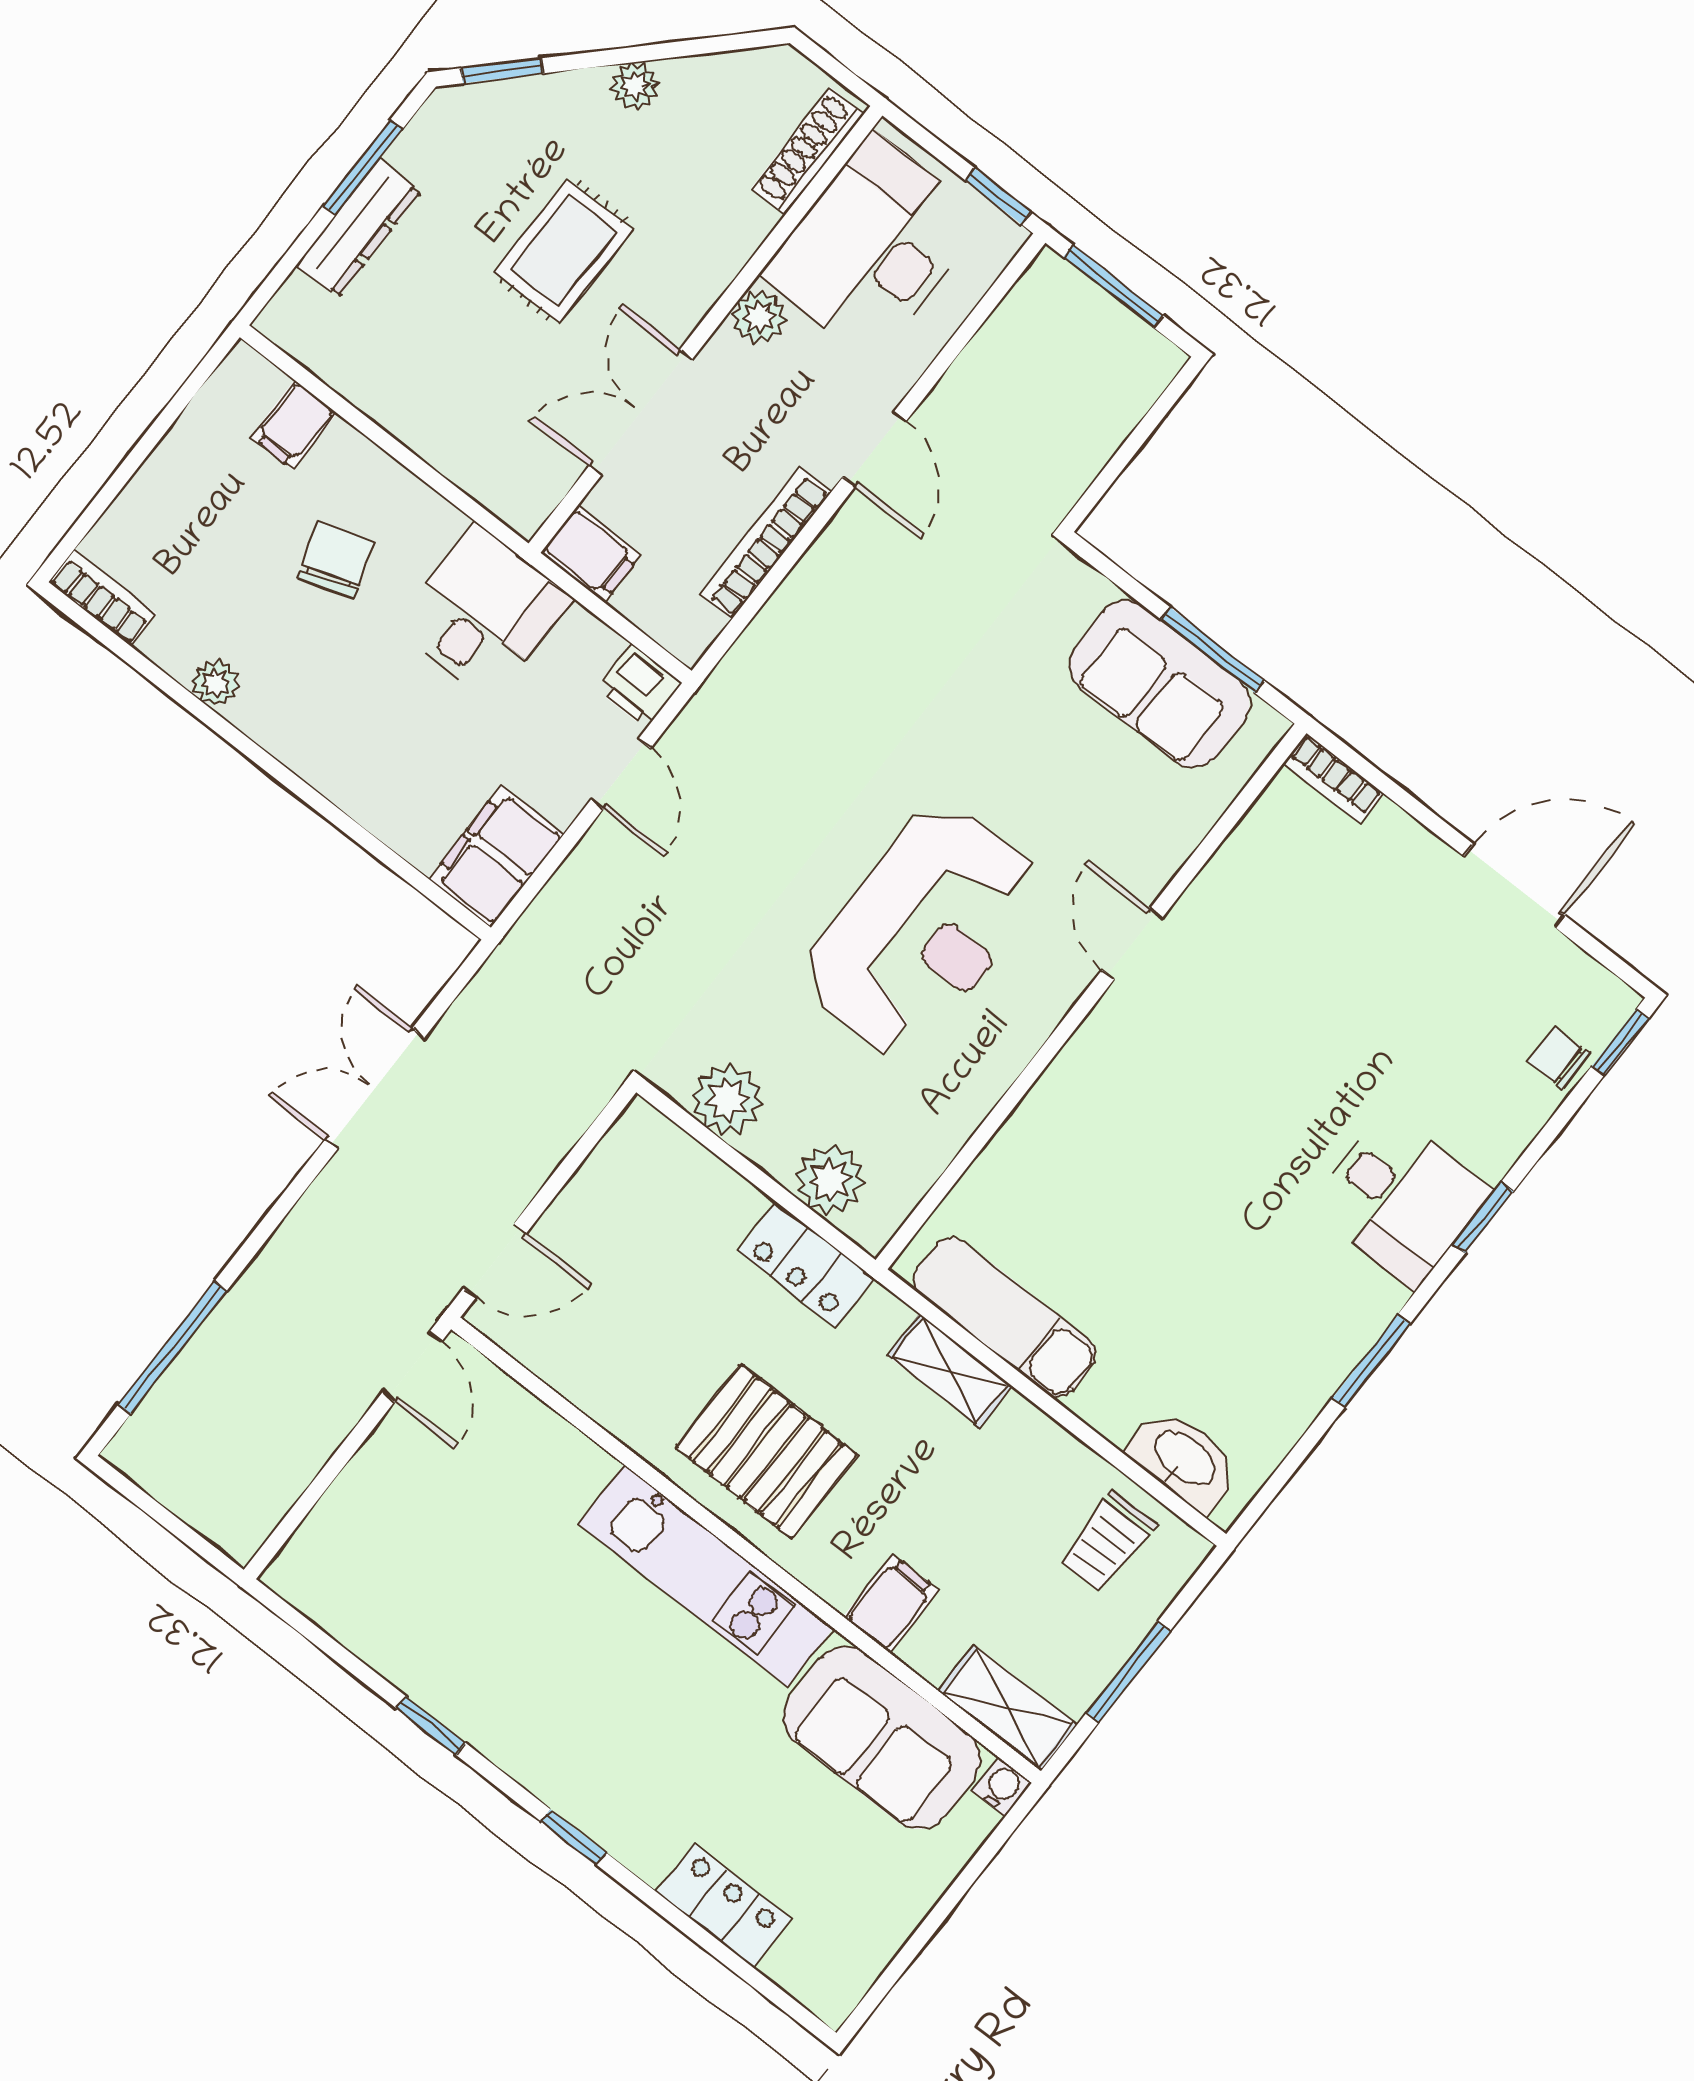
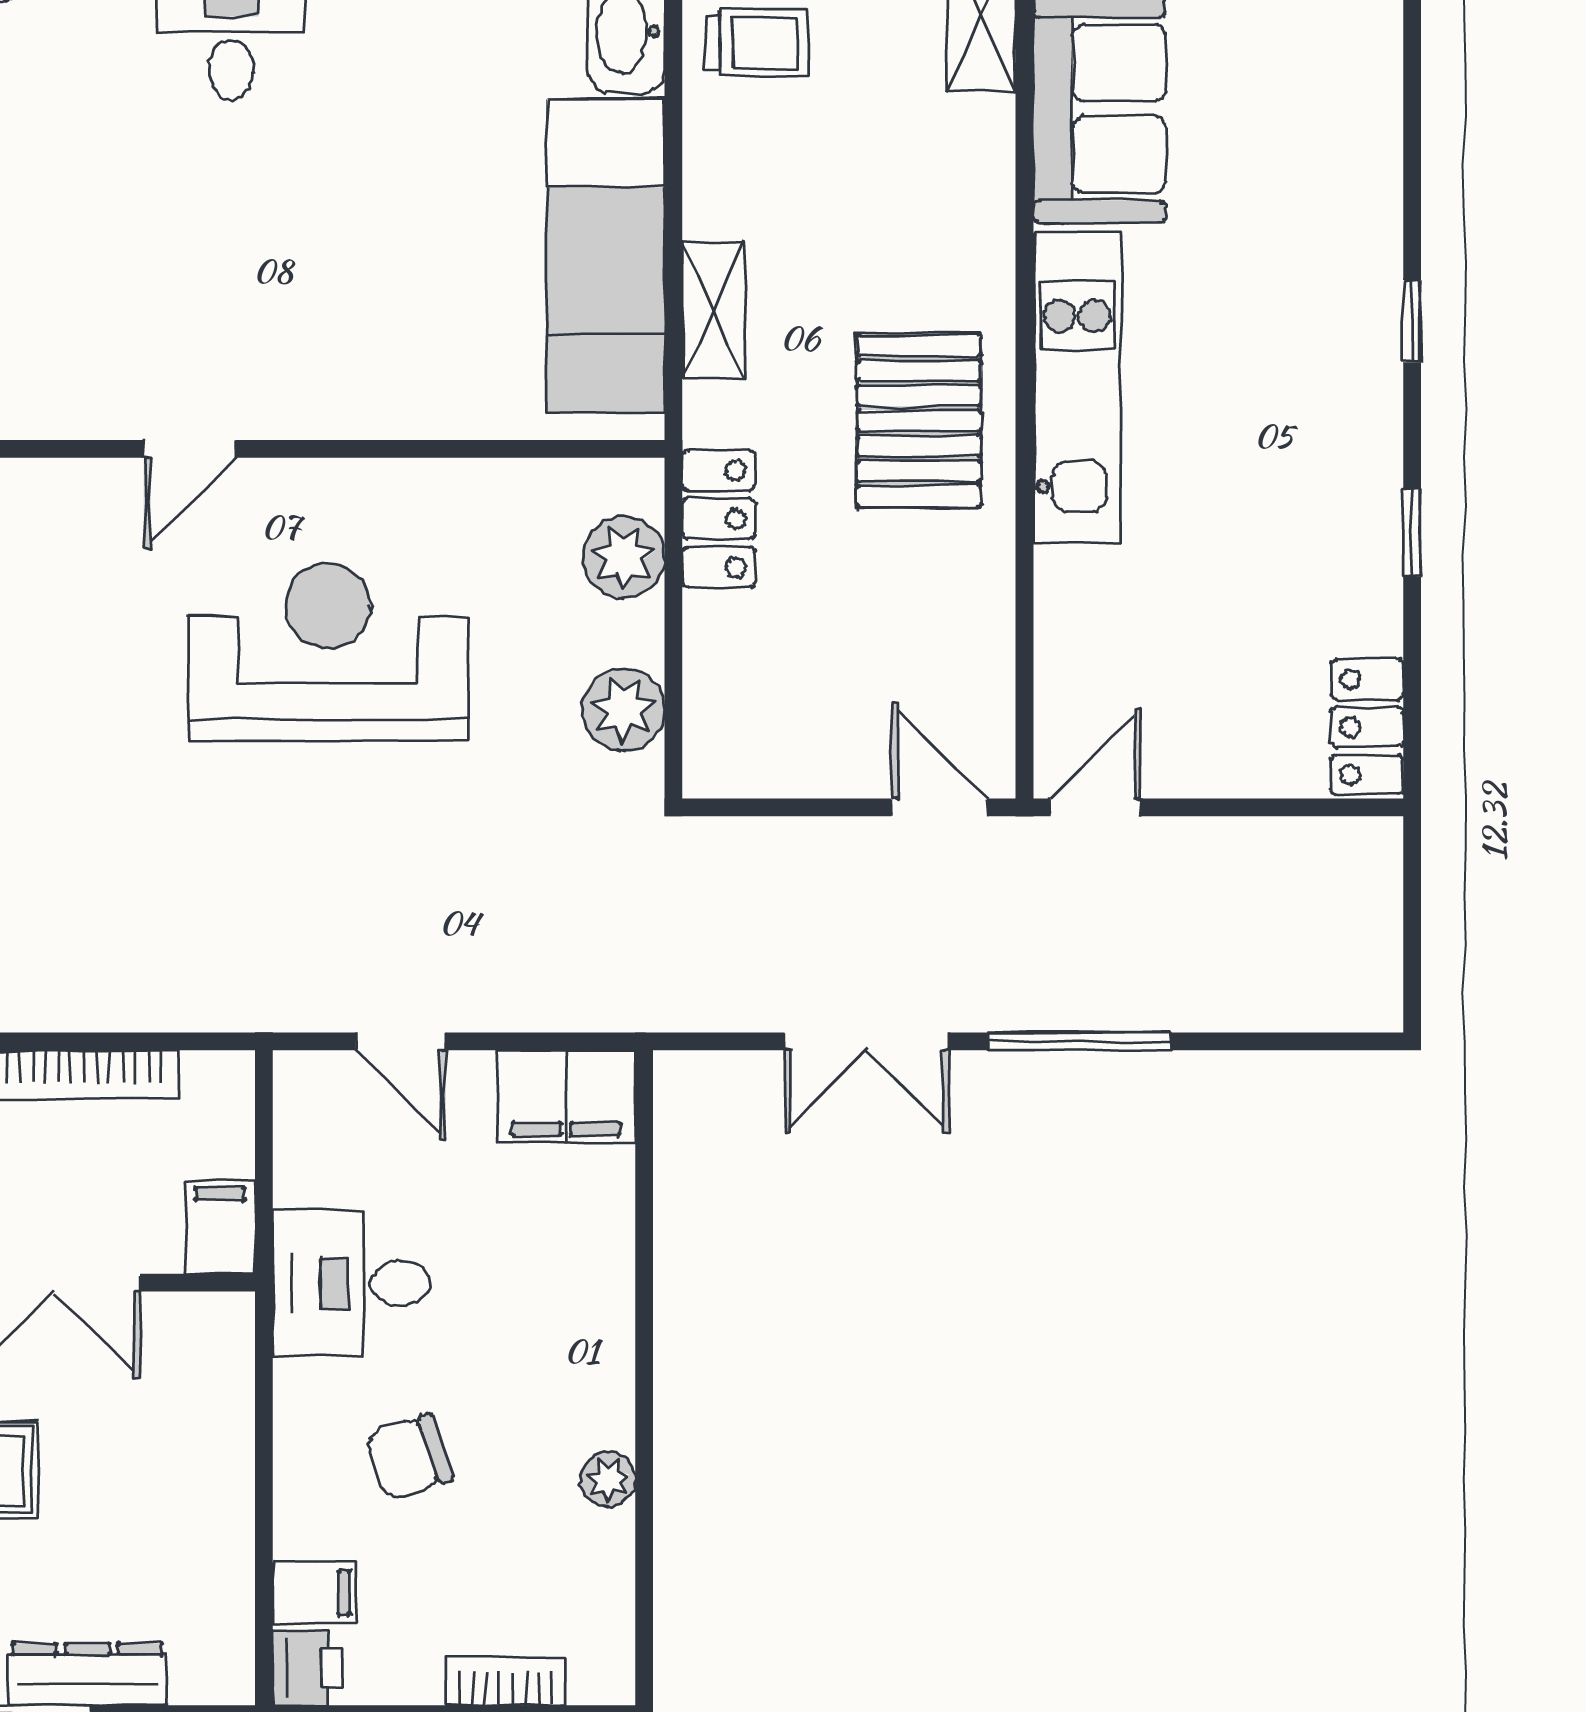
bookcase: (103, 598) -> (506, 1681), moved, turned 90
printer: (639, 686) -> (307, 1668), moved
door: (621, 774) -> (401, 1041), swing flipped
exam couch: (1005, 1317) -> (606, 256), width x1.36, depth x1.45
window: (173, 1347) -> (1079, 1041), moved
filing cabinet: (891, 1604) -> (969, 197), removed
locker: (724, 1905) -> (1367, 727), moved

